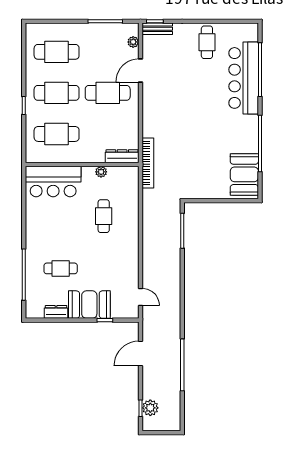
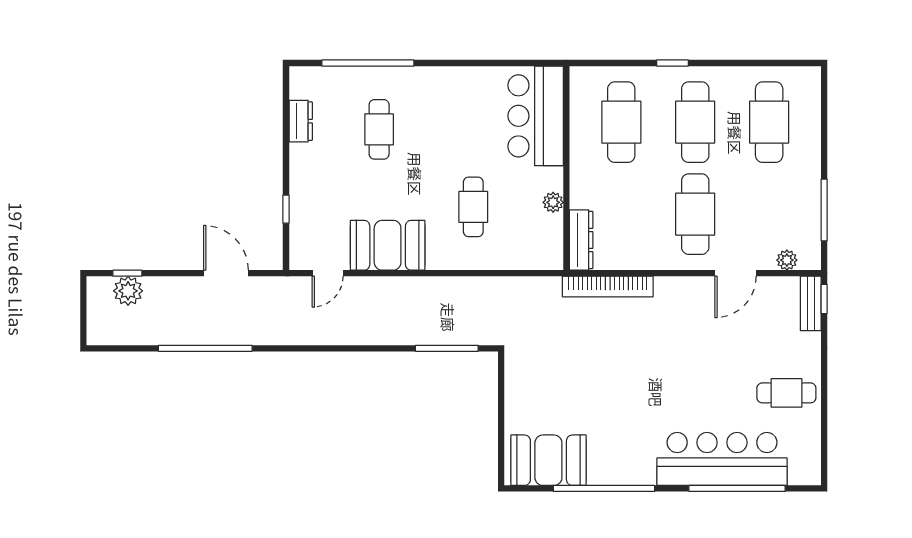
door: (141, 71) -> (736, 273), swing flipped
bookcase: (148, 163) -> (608, 287), moved
cafe table: (104, 216) -> (473, 207), turned 90
booth: (89, 305) -> (388, 245), moved, turned 90

